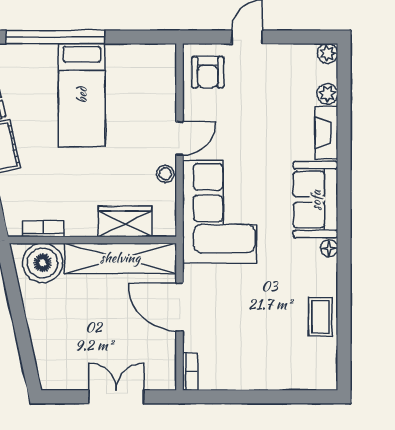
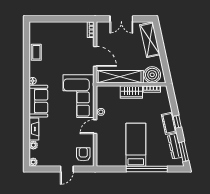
wardrobe: (125, 221) -> (131, 92), moved
shelving: (48, 347) -> (150, 40), added

